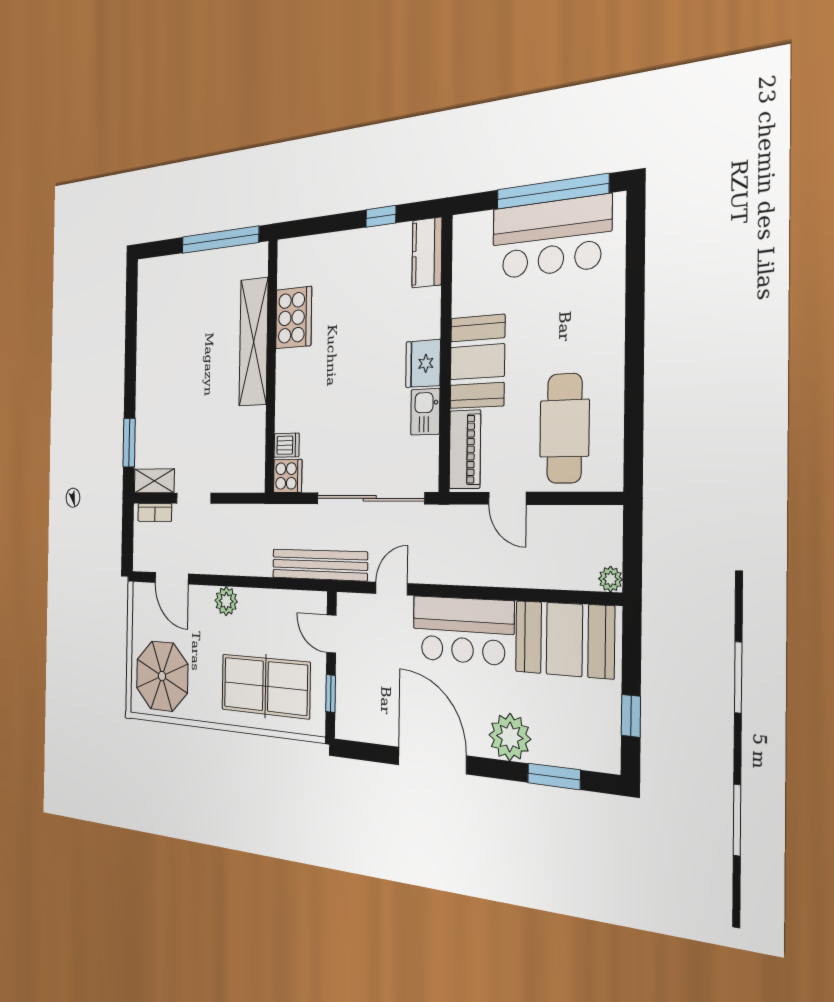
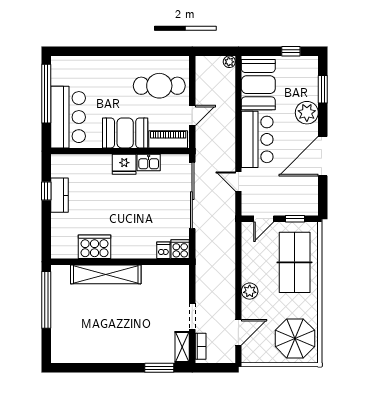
bar counter: (551, 237) -> (68, 117), moved
kitchen counter: (427, 253) -> (59, 195), moved, turned -90
bench: (319, 565) -> (228, 227), removed

